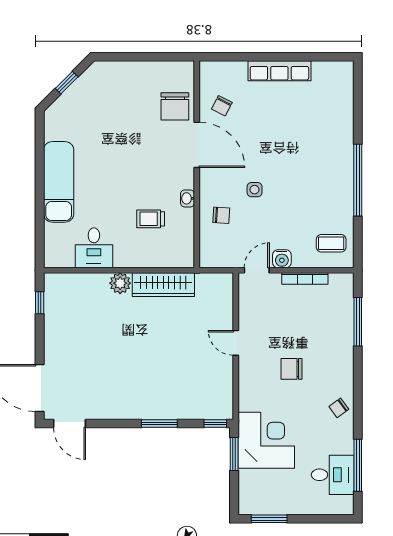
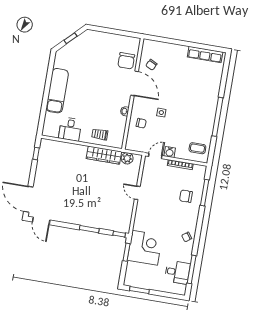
row of seats: (279, 71) -> (205, 54), moved
trolley: (151, 219) -> (100, 134), moved
plant: (120, 283) -> (127, 158), moved
chair: (291, 369) -> (186, 196), moved

